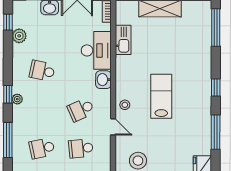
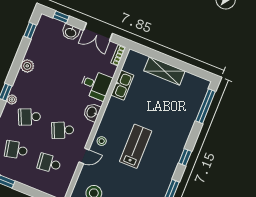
plant: (19, 36) -> (27, 66), moved
desk: (96, 50) -> (96, 85), width x0.73
school desk: (42, 71) -> (29, 117), moved, turned -36
door: (113, 127) -> (84, 156), hinge flipped

